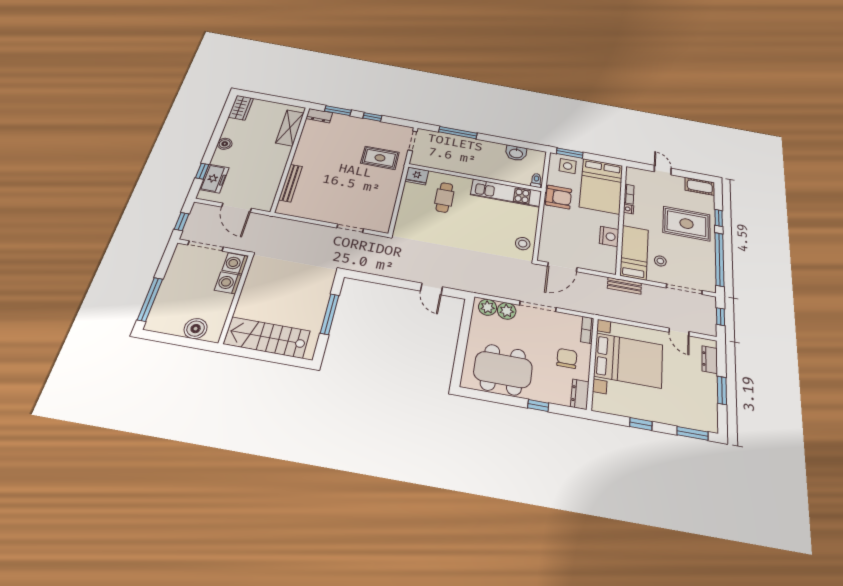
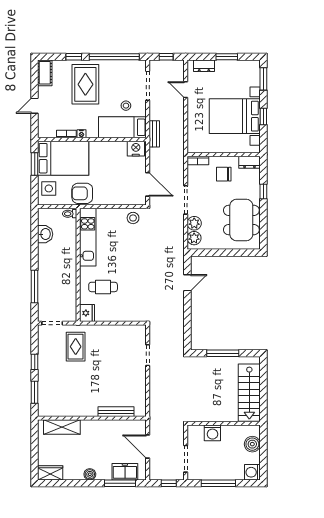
dresser: (319, 116) -> (44, 406), removed
window: (570, 153) -> (35, 164), moved
window: (202, 171) -> (120, 483), width x2.17
armchair: (559, 197) -> (82, 193), turned -90
door: (236, 208) -> (148, 447), swing flipped
nightstand: (609, 236) -> (136, 149), moved
washing machine: (235, 263) -> (252, 472), moved, turned 90
window: (150, 299) -> (218, 483), moved
door: (679, 332) -> (186, 90), swing flipped
bed with nightstands: (629, 360) -> (235, 116), moved, turned -90

